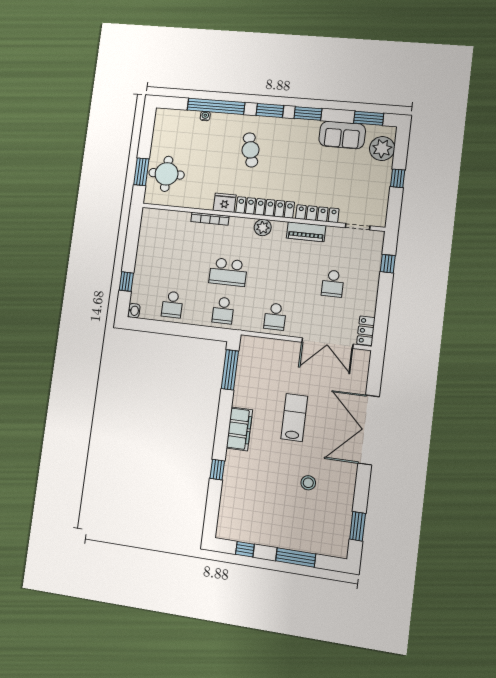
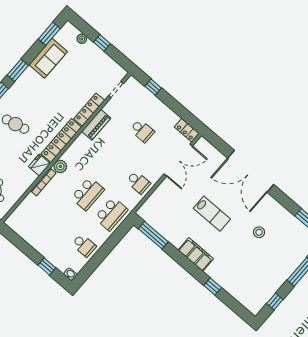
plant: (382, 149) -> (82, 39), width x0.53, depth x0.53
plant: (263, 227) -> (60, 166), moved
school desk: (223, 310) -> (111, 214), width x1.85
lab bench: (294, 417) -> (212, 214), turned 180

